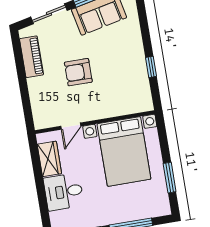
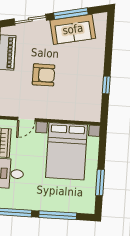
armchair: (78, 72) -> (44, 75), turned 180

